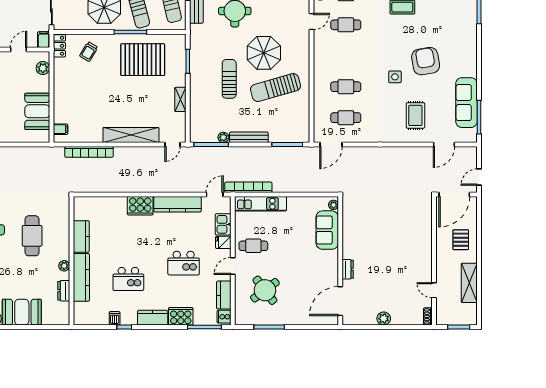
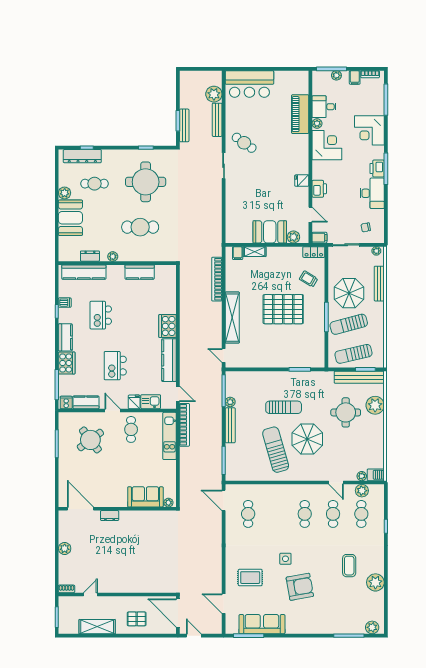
pallet: (143, 60) -> (283, 309), moved, turned 90
cafe table: (346, 87) -> (305, 514), moved
shelving: (180, 99) -> (255, 252), moved
booth: (37, 111) -> (270, 232), moved
kitchen counter: (81, 277) -> (84, 272), moved

